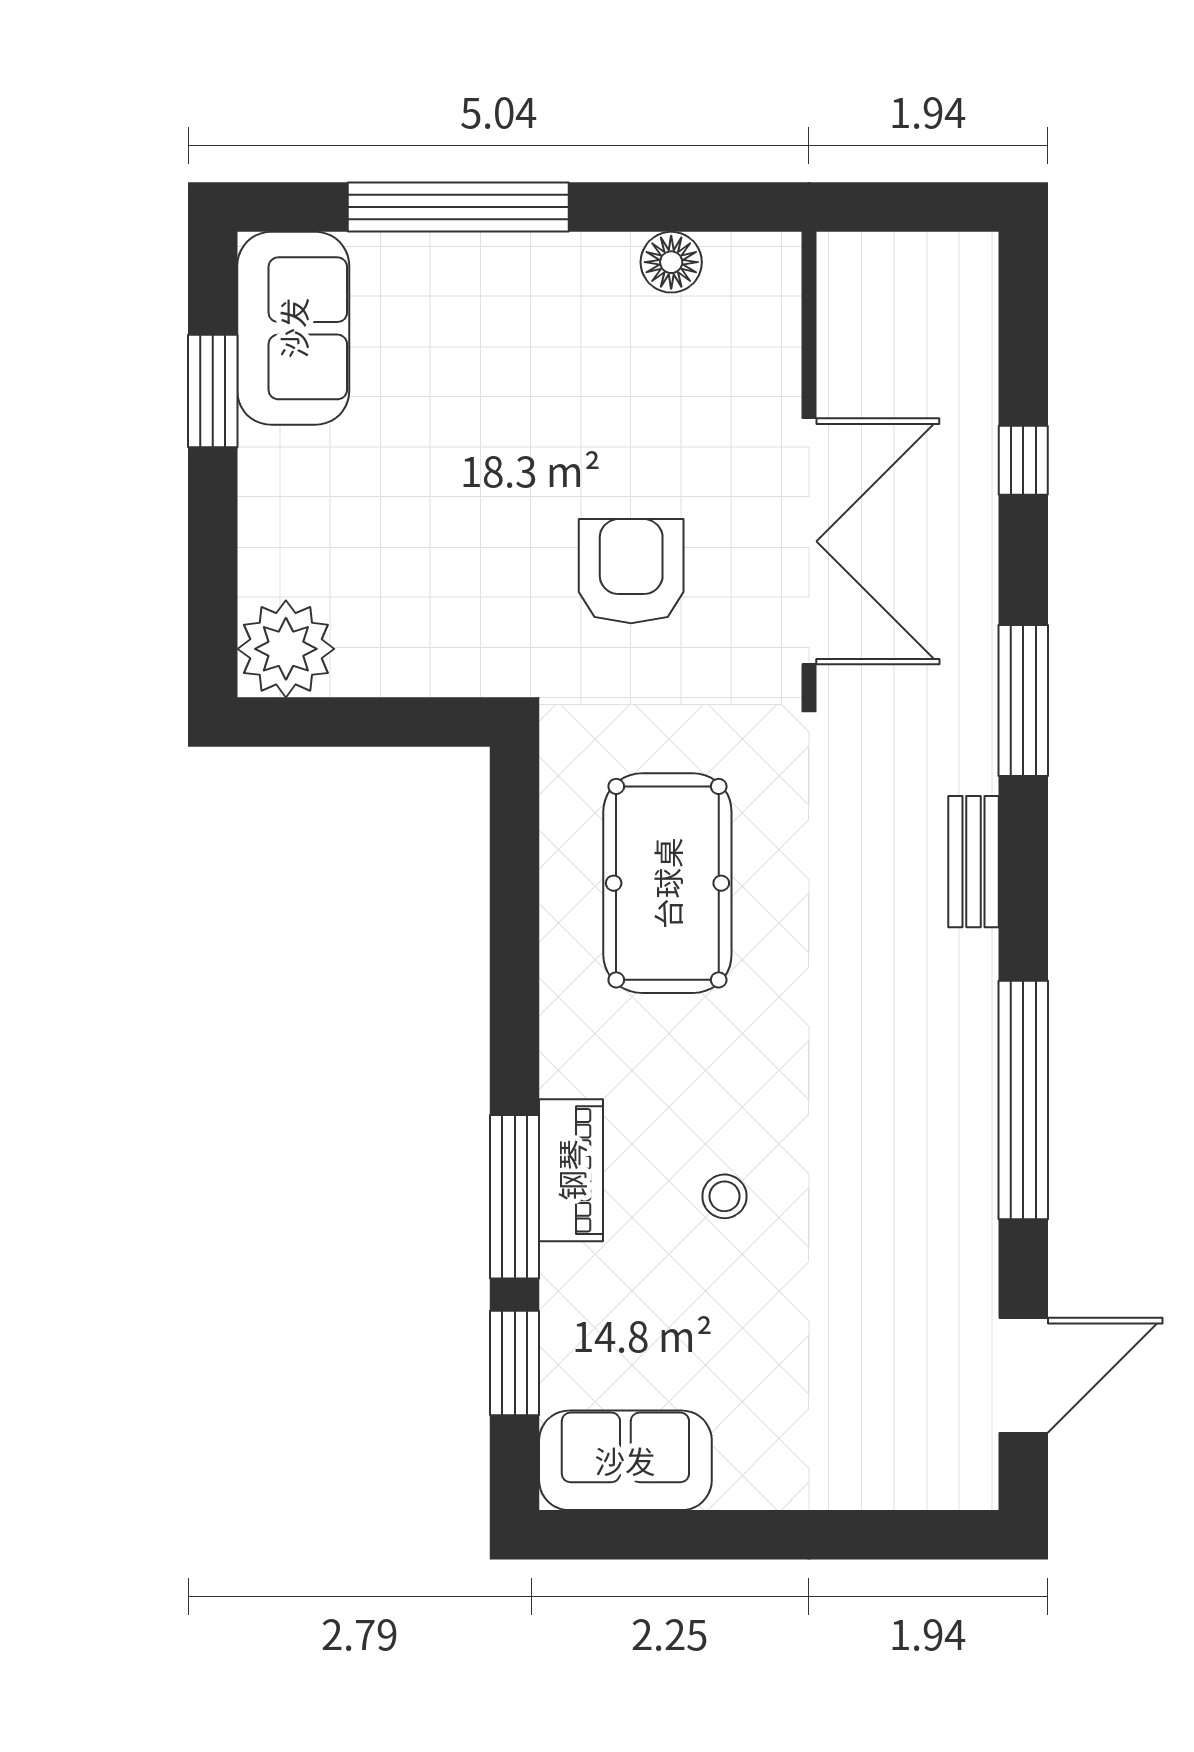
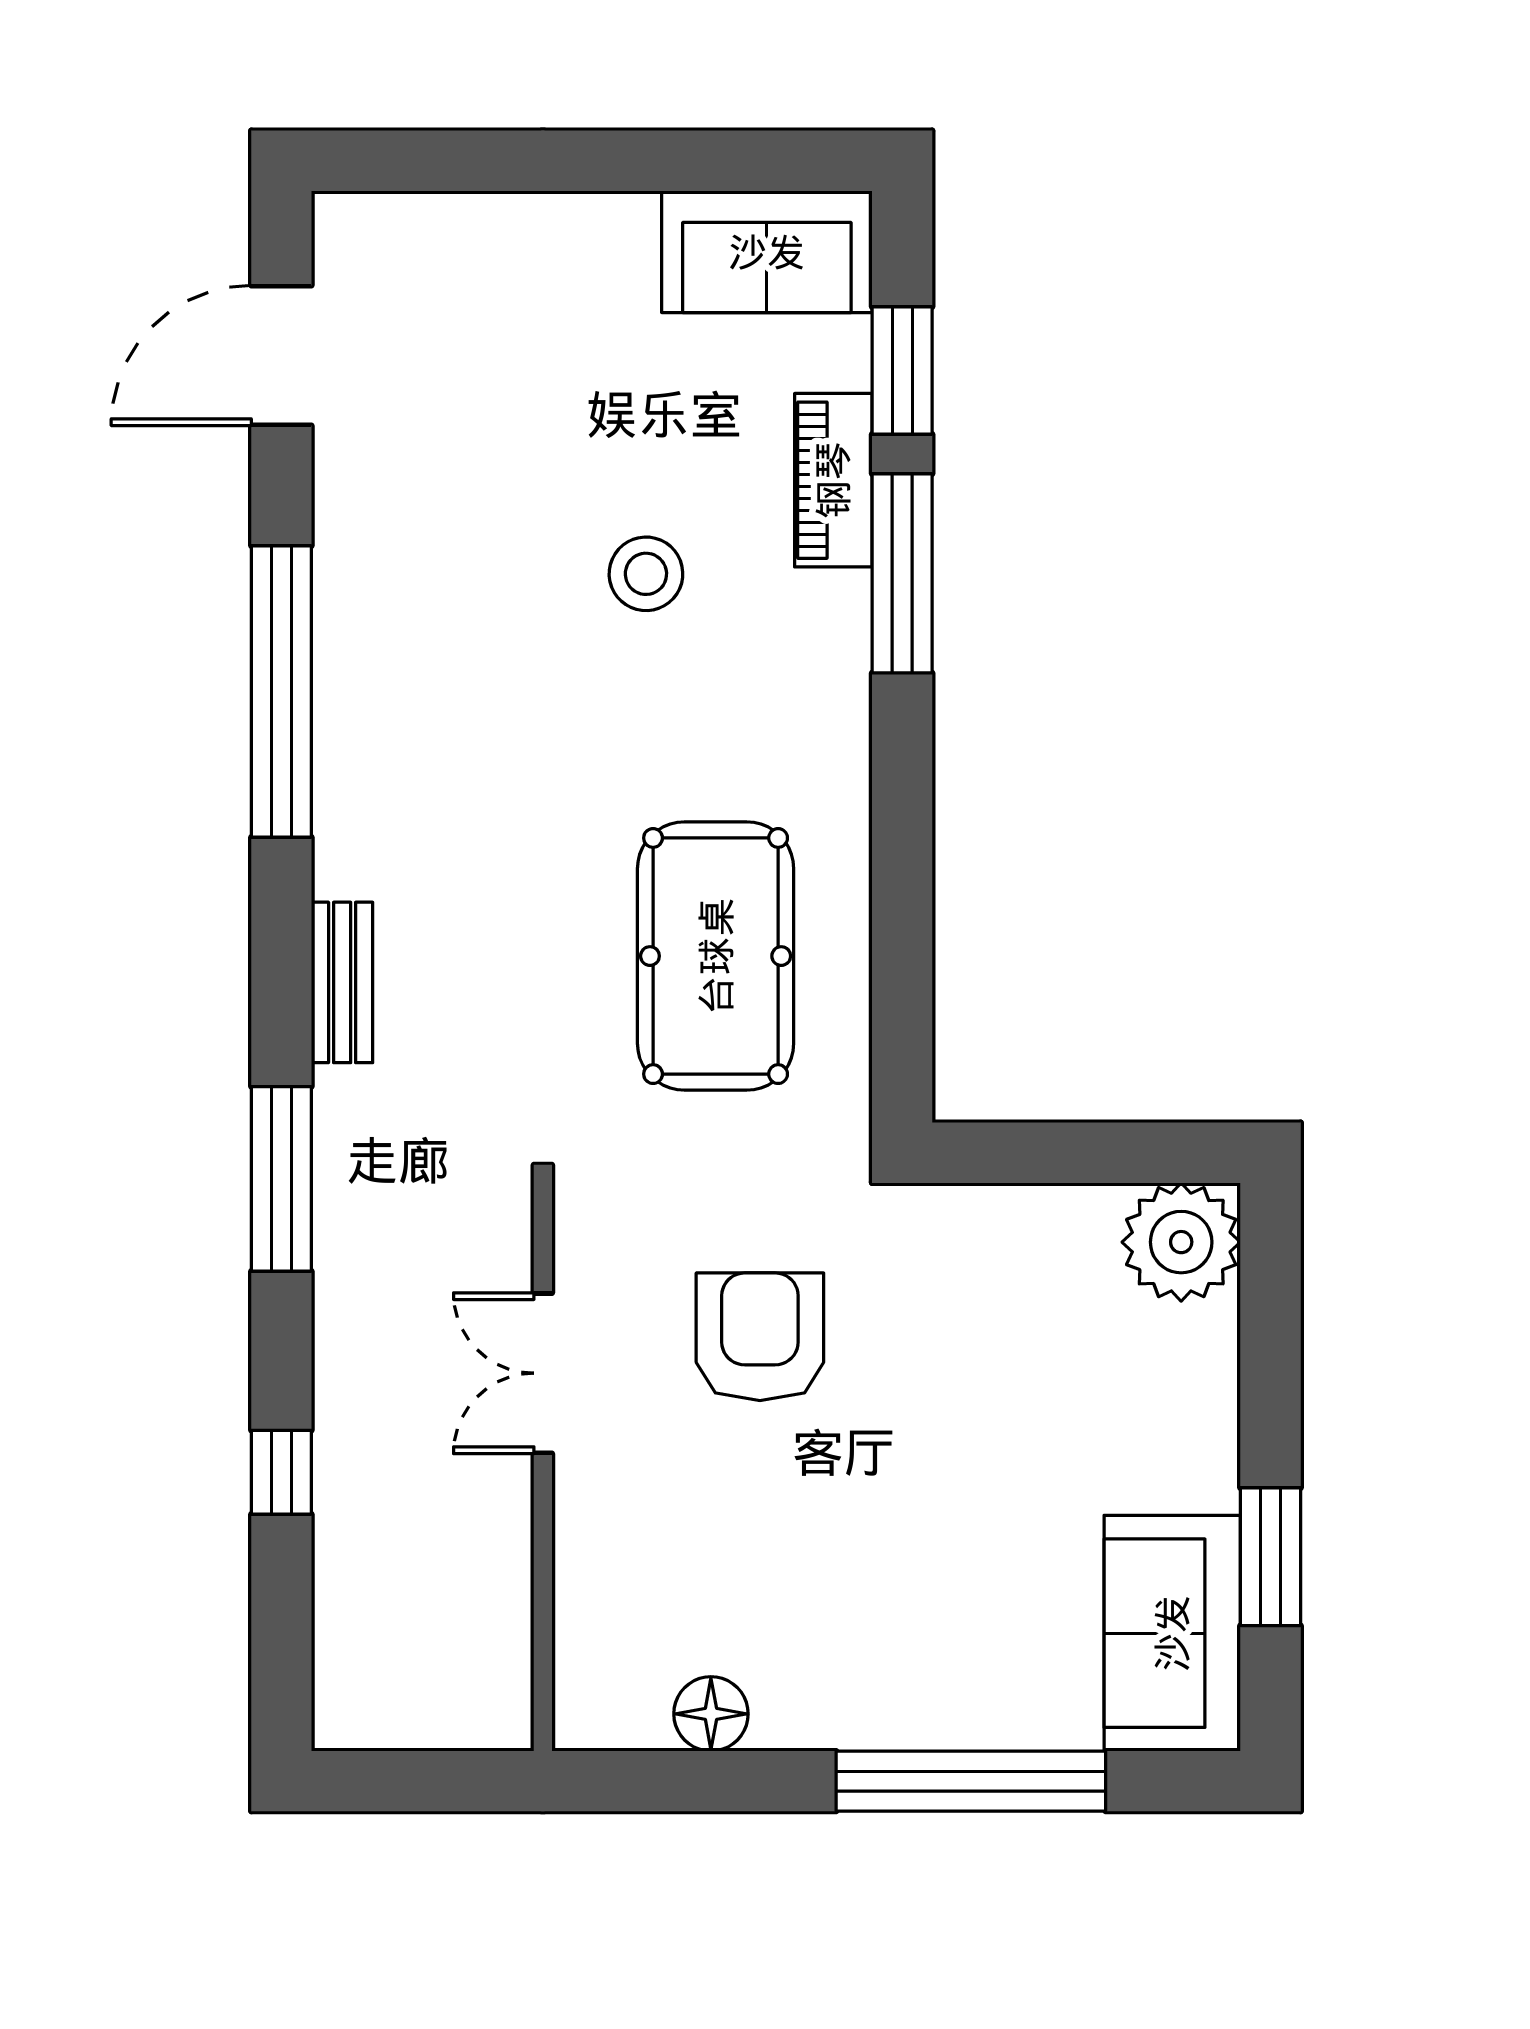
double door: (809, 541) -> (543, 1373), width x0.54
armchair: (631, 571) -> (760, 1337), turned 180
piano: (571, 1170) -> (833, 480), moved
stool: (724, 1196) -> (646, 574), width x1.37, depth x1.37

